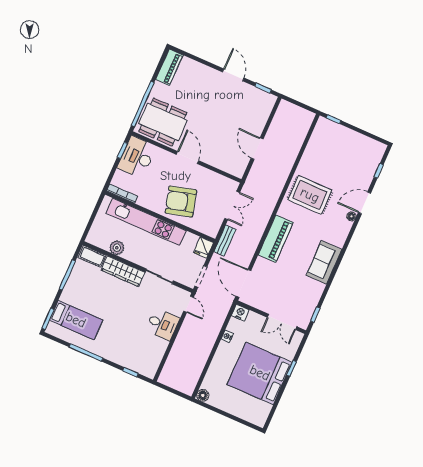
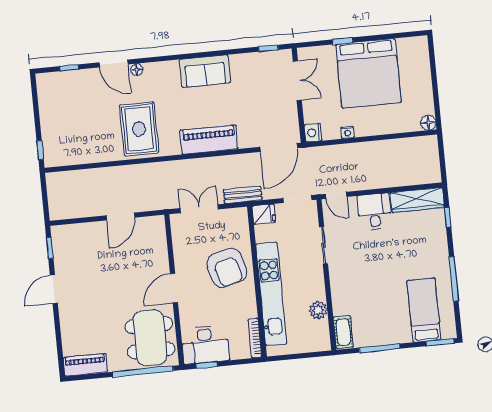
wardrobe: (123, 271) -> (417, 200), moved, turned 90
door: (189, 304) -> (336, 195), swing flipped

